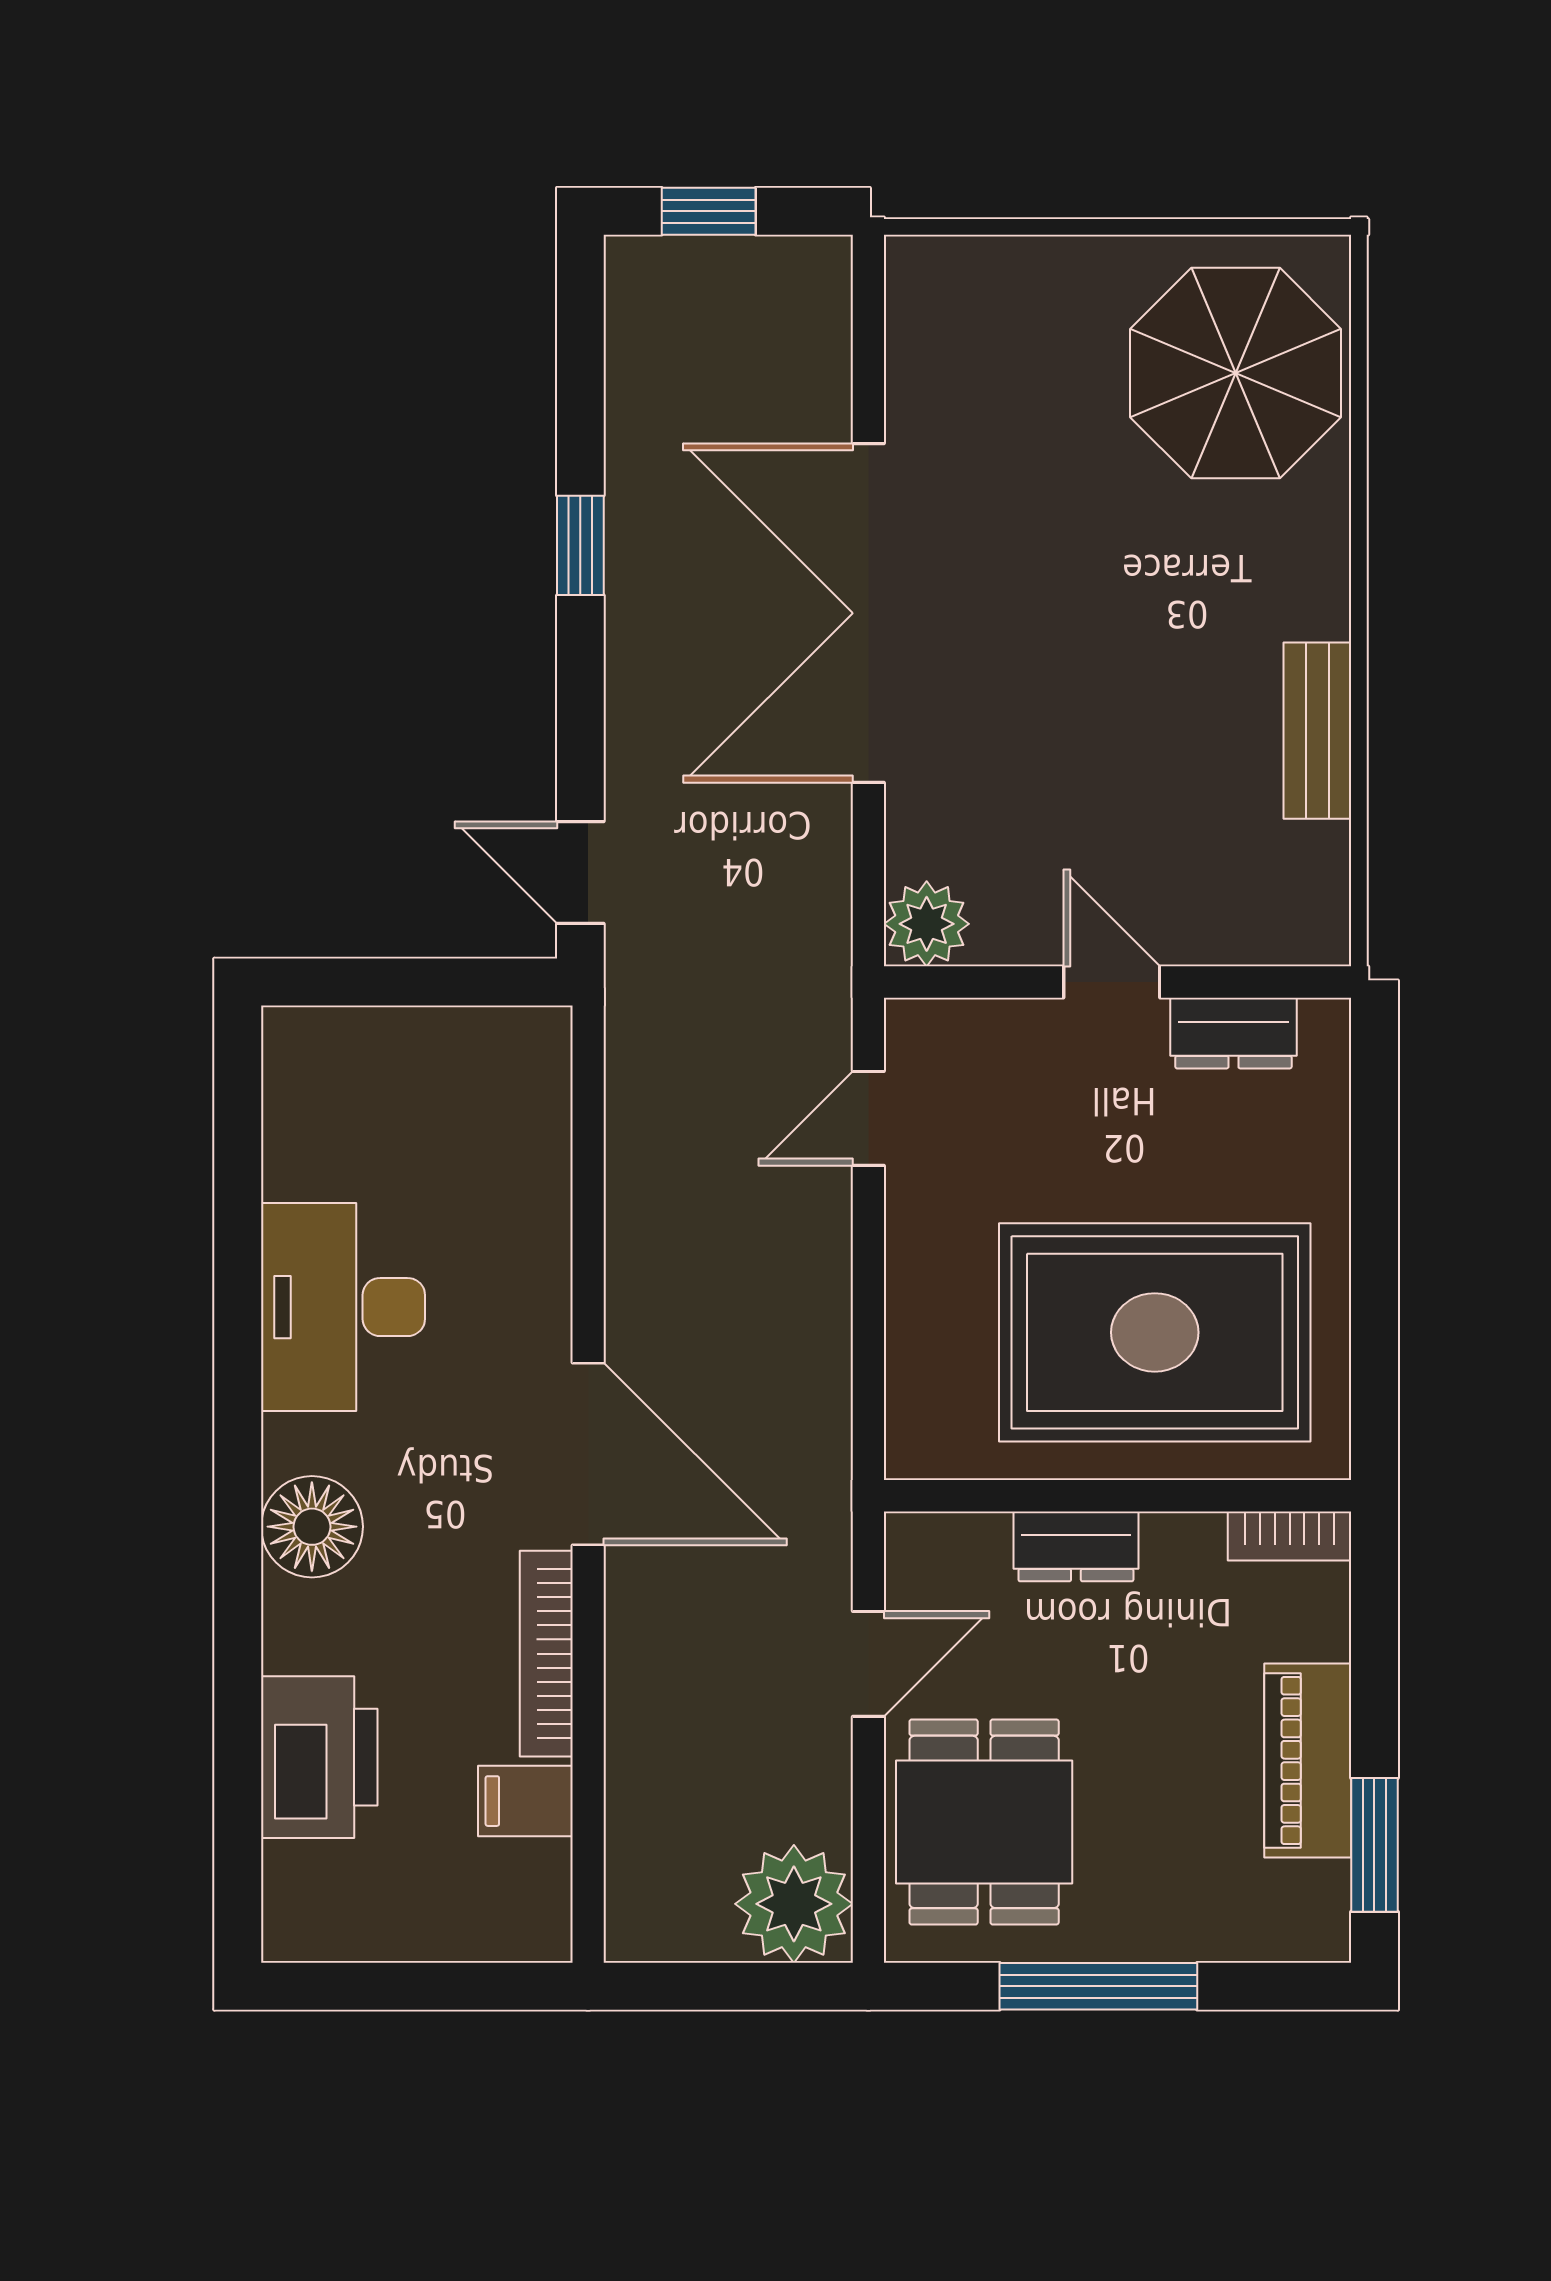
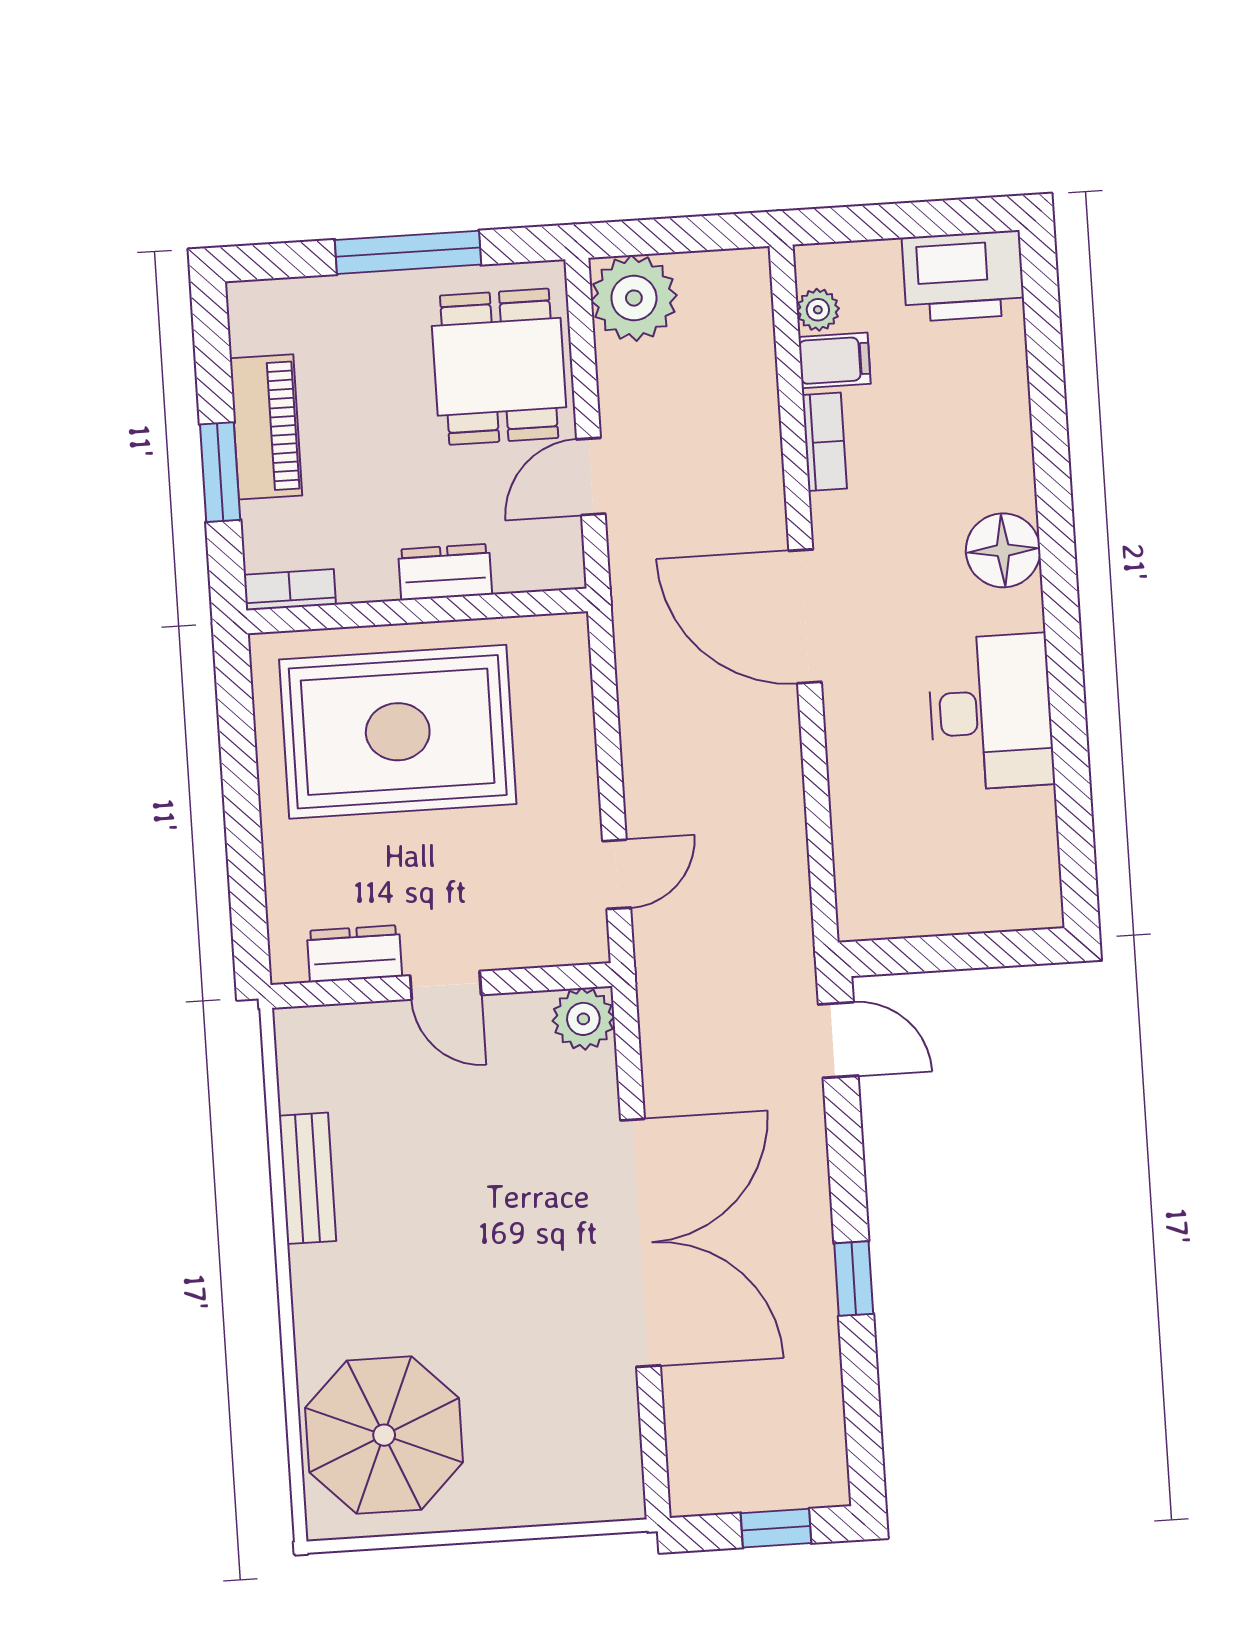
bookcase: (546, 1654) -> (825, 442), width x0.64
printer: (319, 1757) -> (963, 276), moved, turned -90
window: (1374, 1845) -> (220, 472), moved
plant: (544, 1872) -> (818, 310), added

